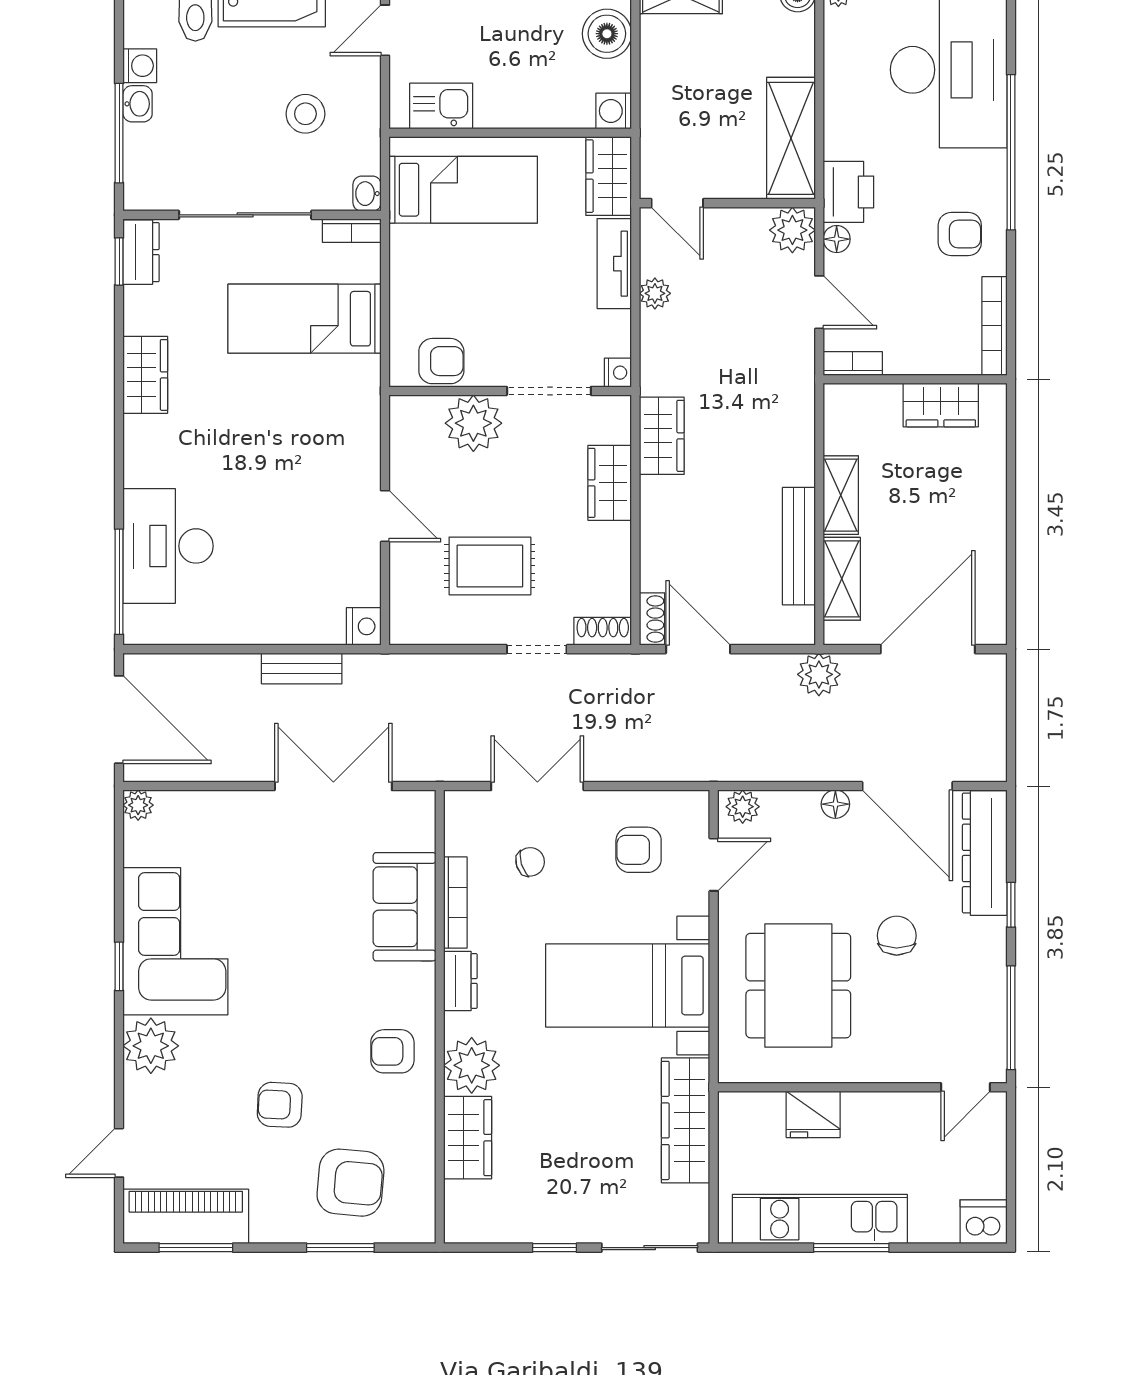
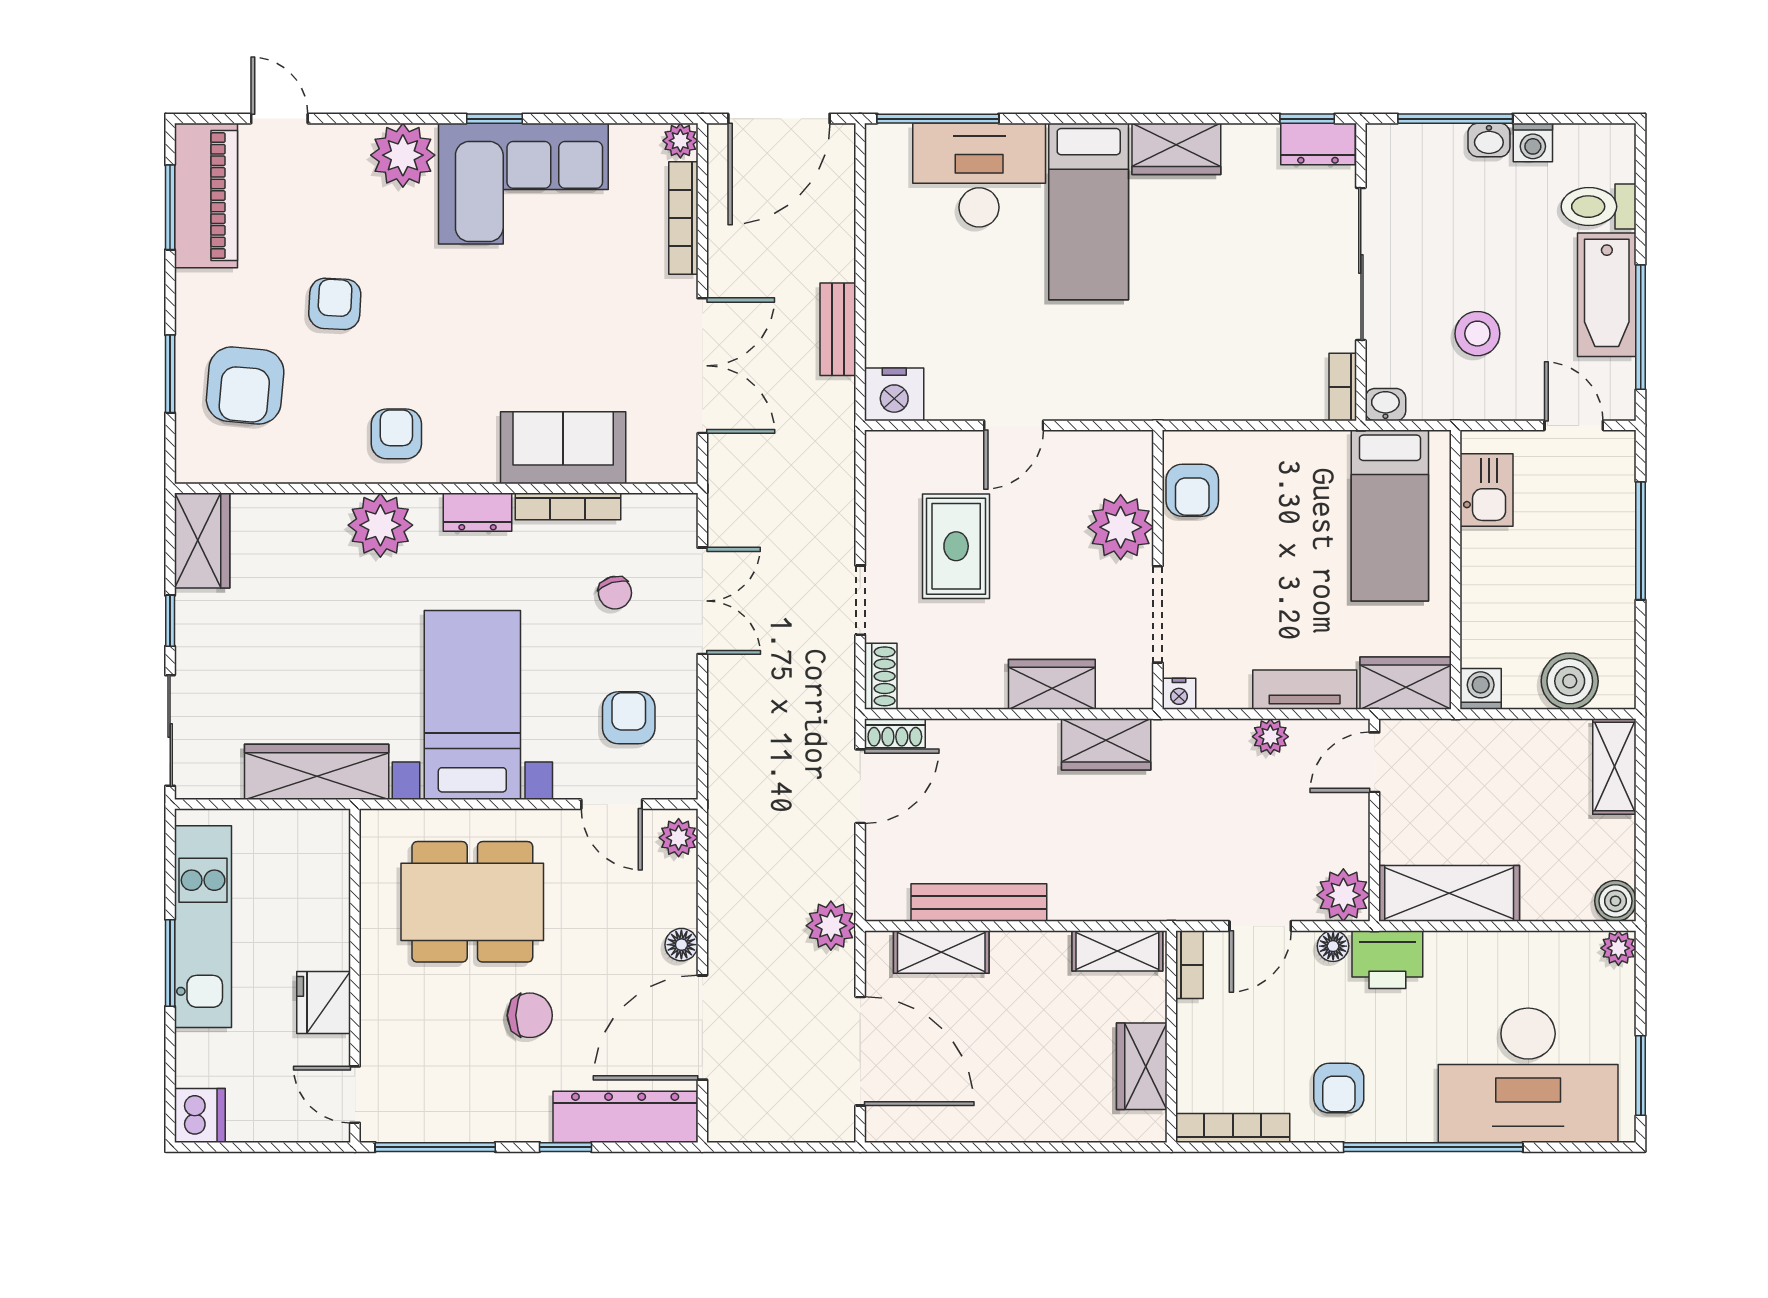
bed: (305, 319) -> (1089, 211), moved, turned 180
shelving: (841, 495) -> (1117, 951), moved
nightstand: (364, 626) -> (894, 394), width x1.36, depth x1.33
bookcase: (205, 802) -> (683, 218), added
fridge: (813, 1114) -> (324, 1002), moved
wardrobe: (468, 1138) -> (202, 541), moved, turned -90

